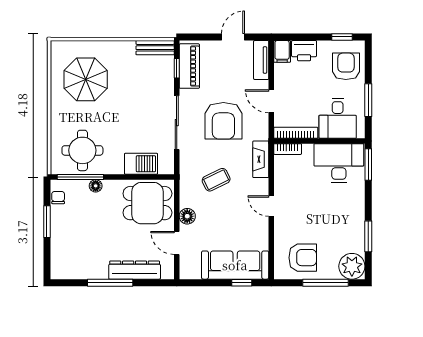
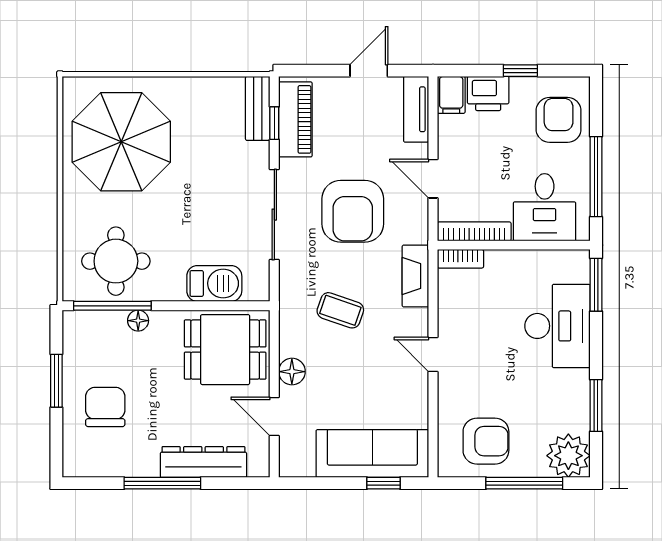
window: (342, 37) -> (520, 71), moved
bench: (155, 48) -> (258, 108), moved, turned 90
parasol: (86, 79) -> (121, 142), width x1.36, depth x1.36
window: (368, 100) -> (596, 177), width x1.44
desk: (339, 163) -> (557, 326), moved, turned 90
coffee table: (216, 180) -> (340, 310), turned 45
chair: (58, 198) -> (105, 407), moved, width x1.87, depth x1.87

